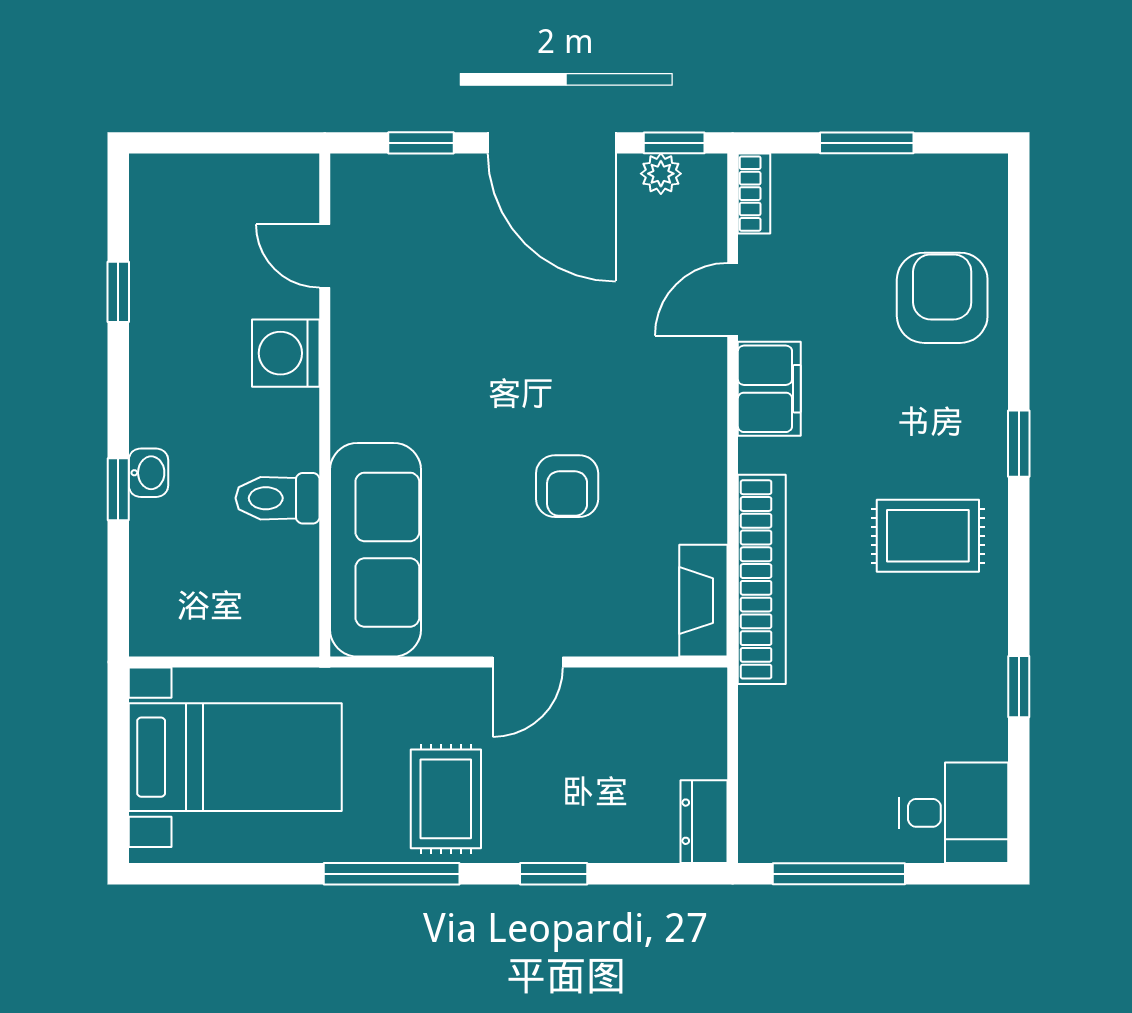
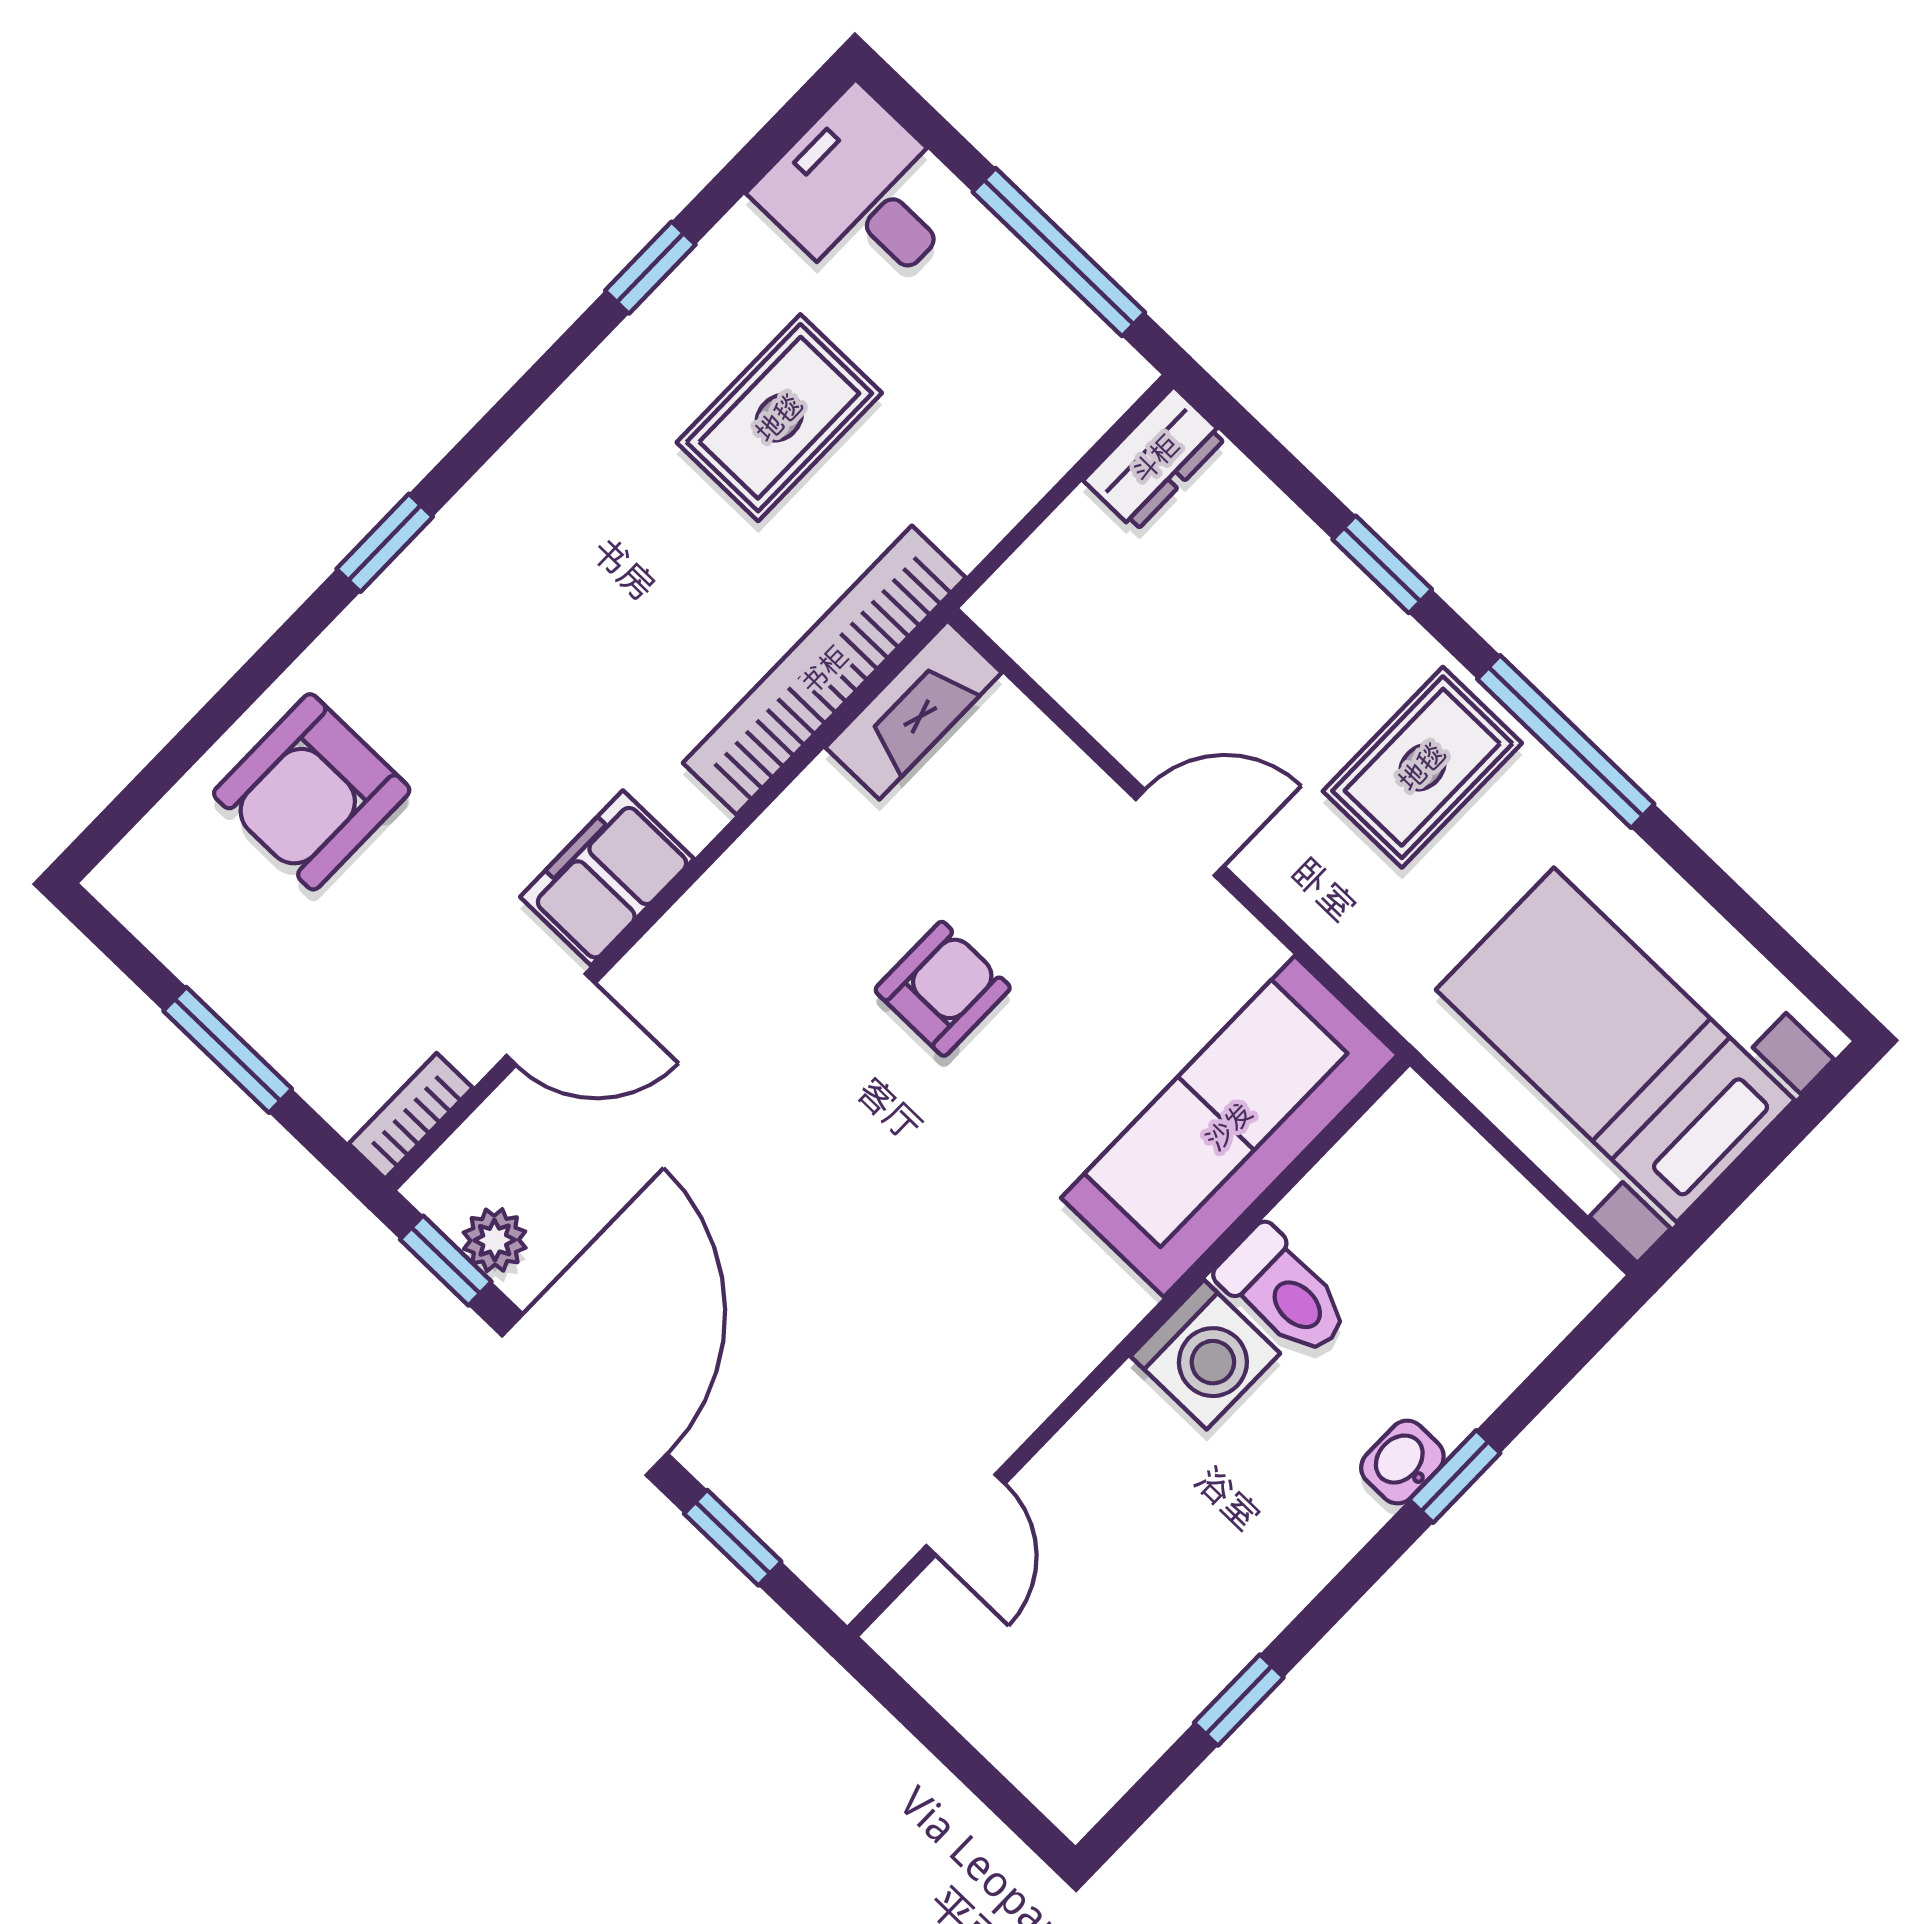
washing machine: (286, 353) -> (1205, 1355), moved
rug: (928, 536) -> (779, 418), moved, turned 90

